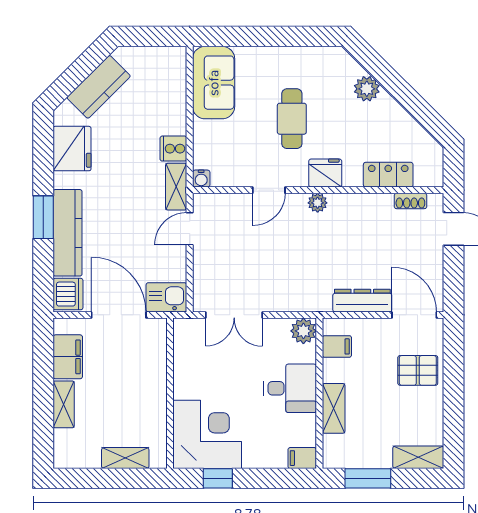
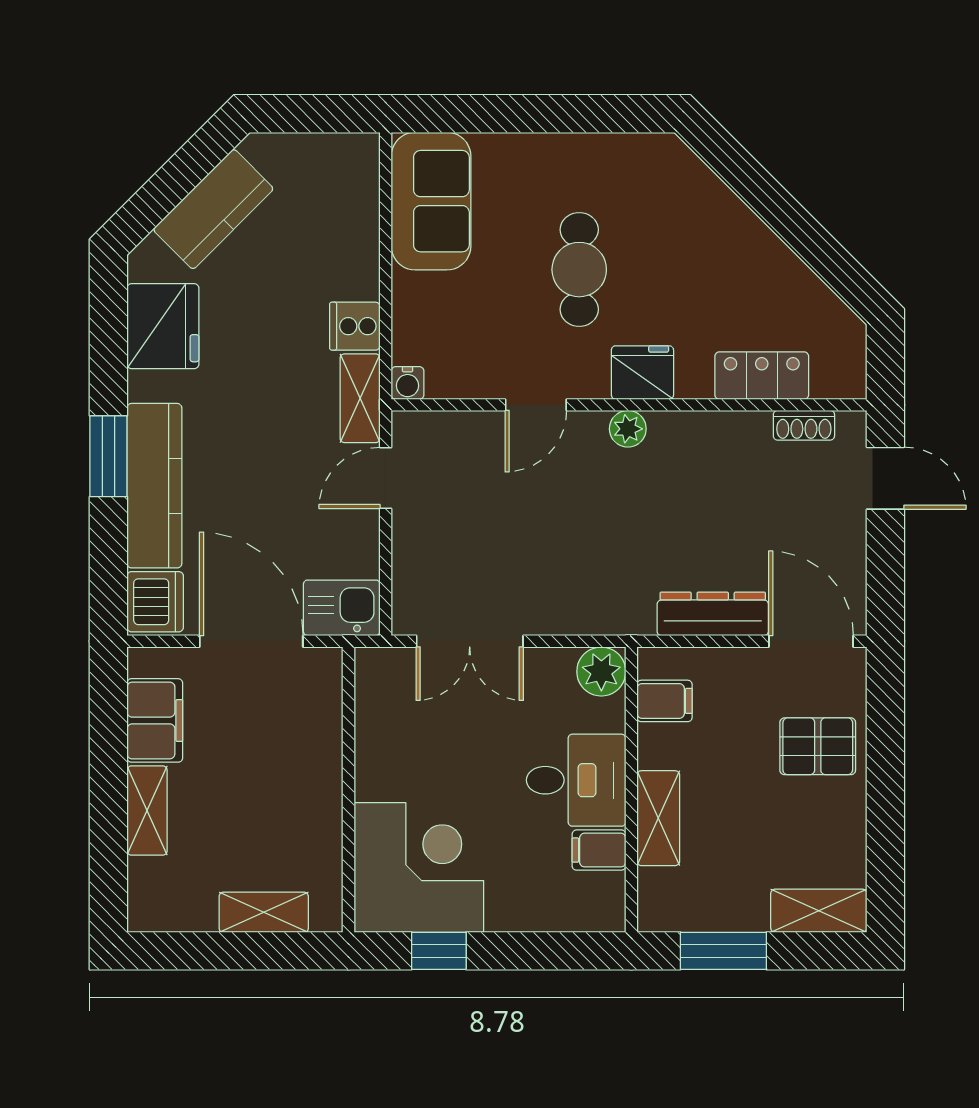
plant: (367, 89) -> (721, 213), removed
filing cabinet: (302, 458) -> (599, 850), moved

